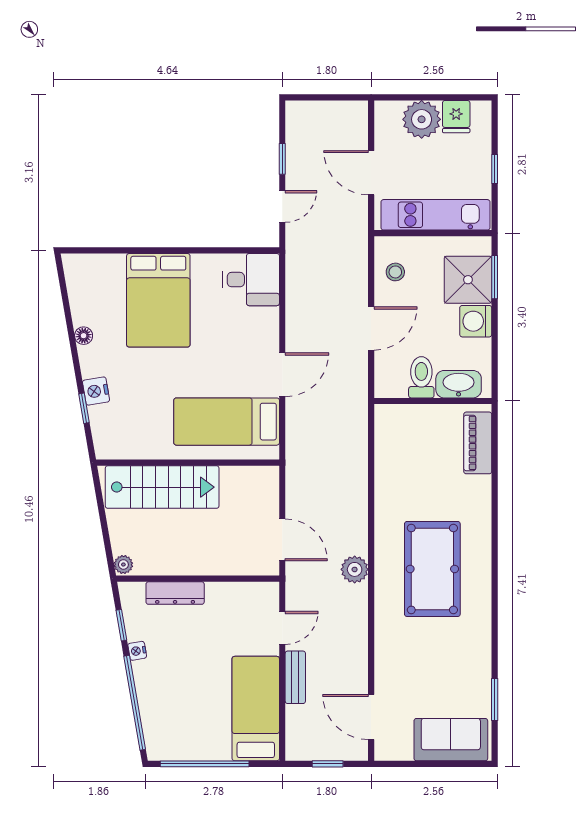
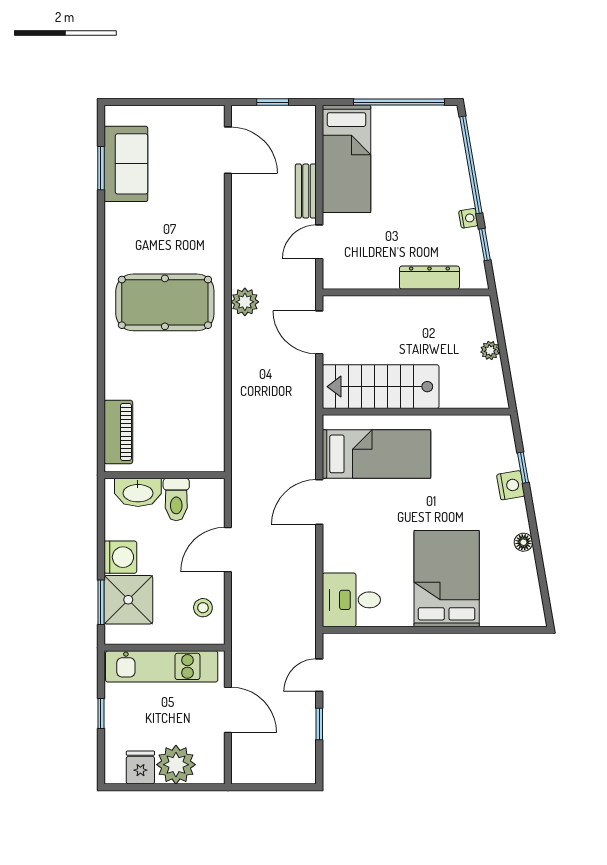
stairs: (162, 487) -> (381, 387), moved
plant: (123, 565) -> (490, 350), moved
pool table: (432, 569) -> (165, 302), turned 90
sofa: (451, 740) -> (126, 164), moved, turned -90

